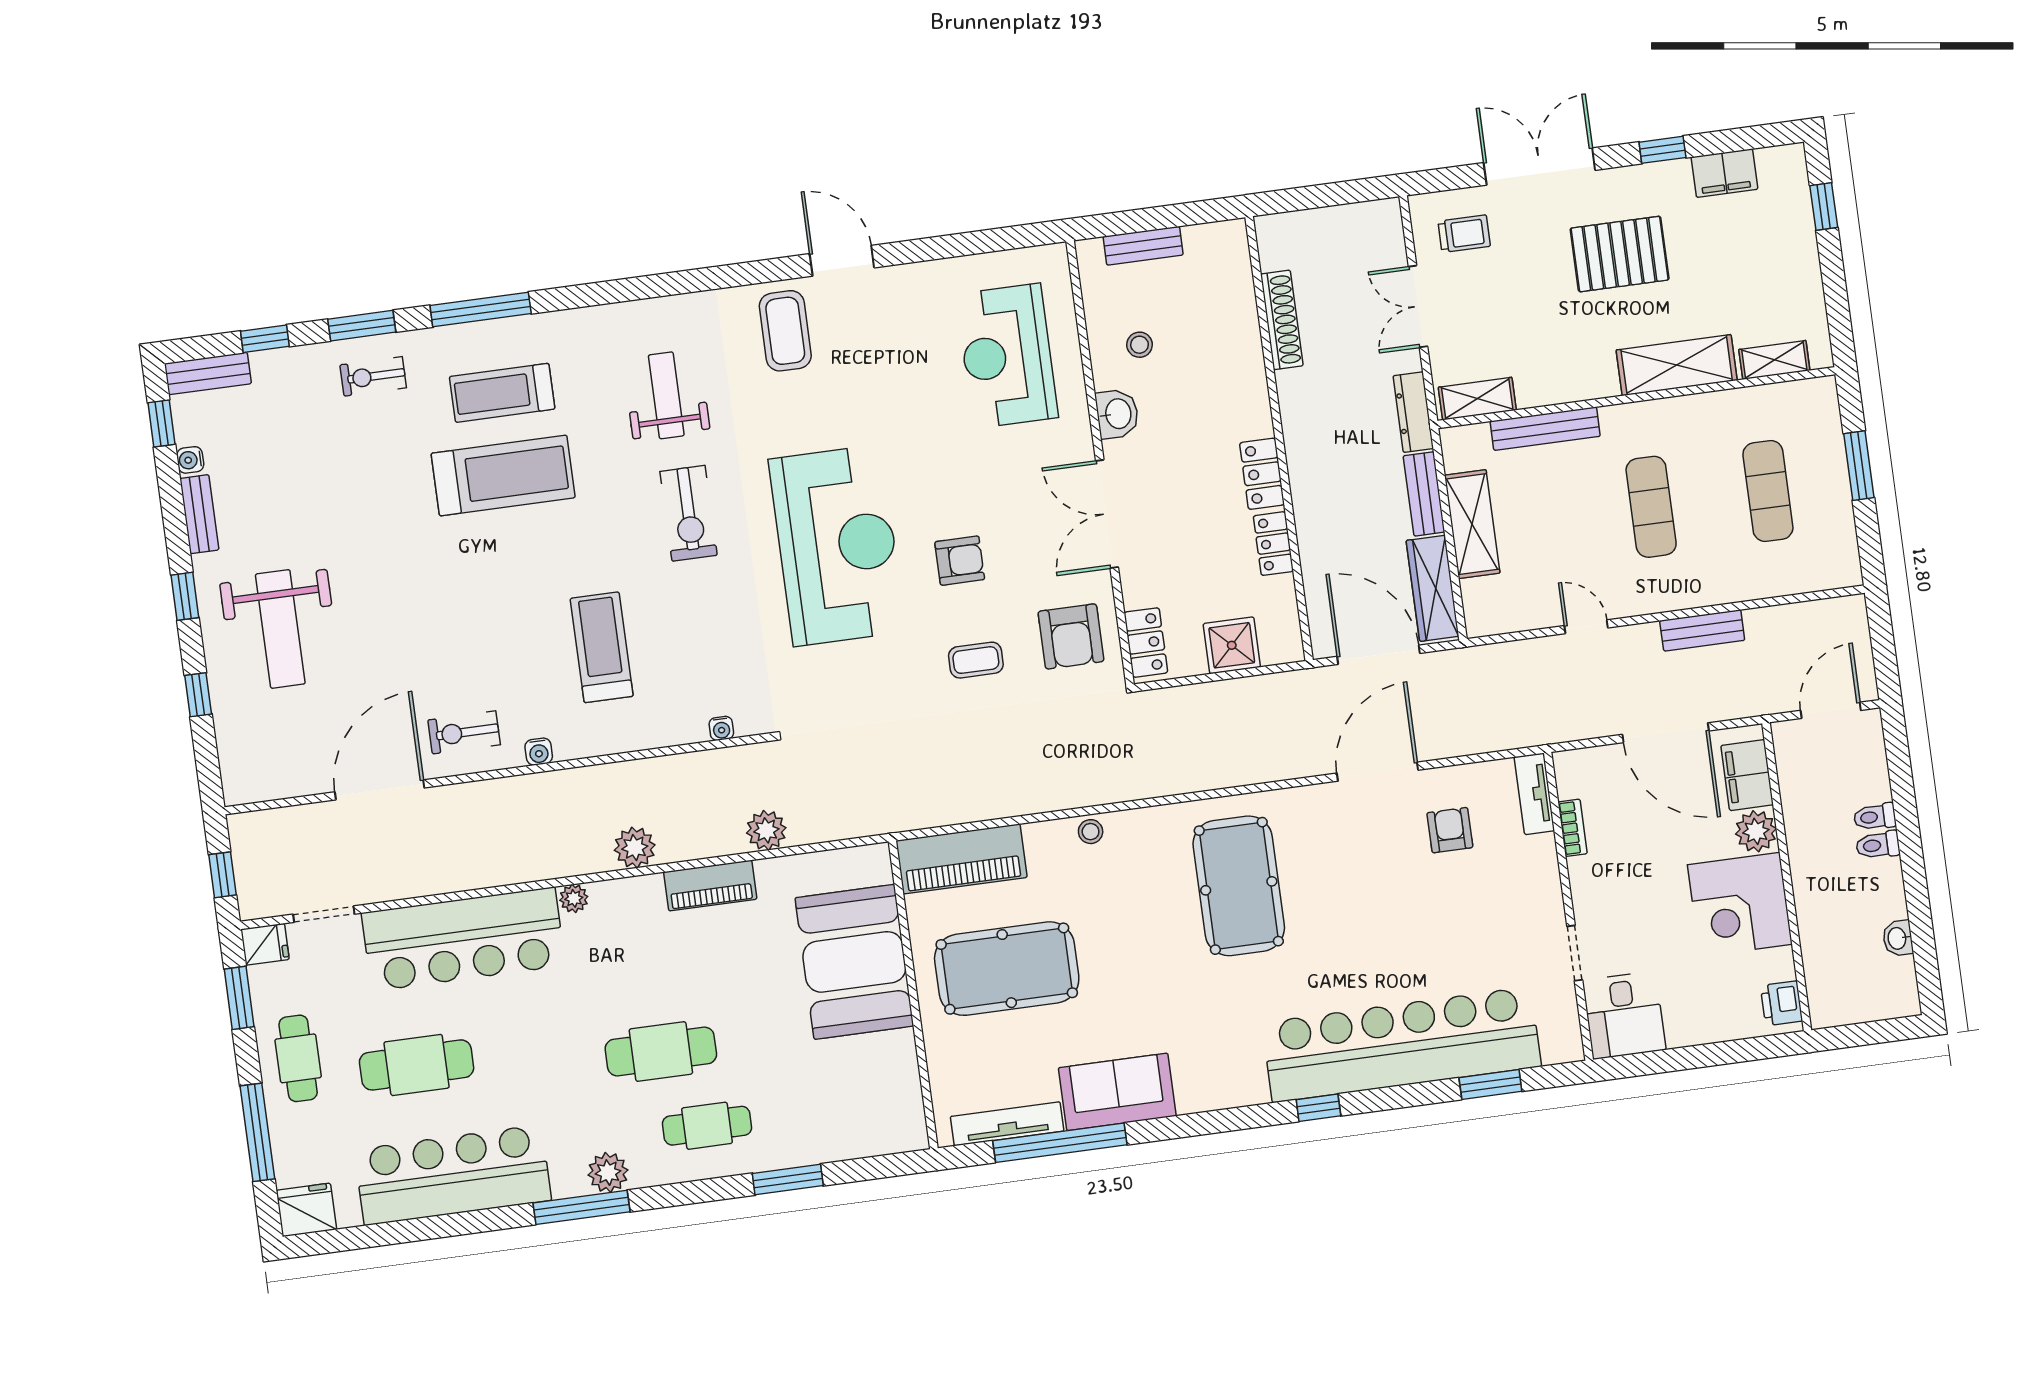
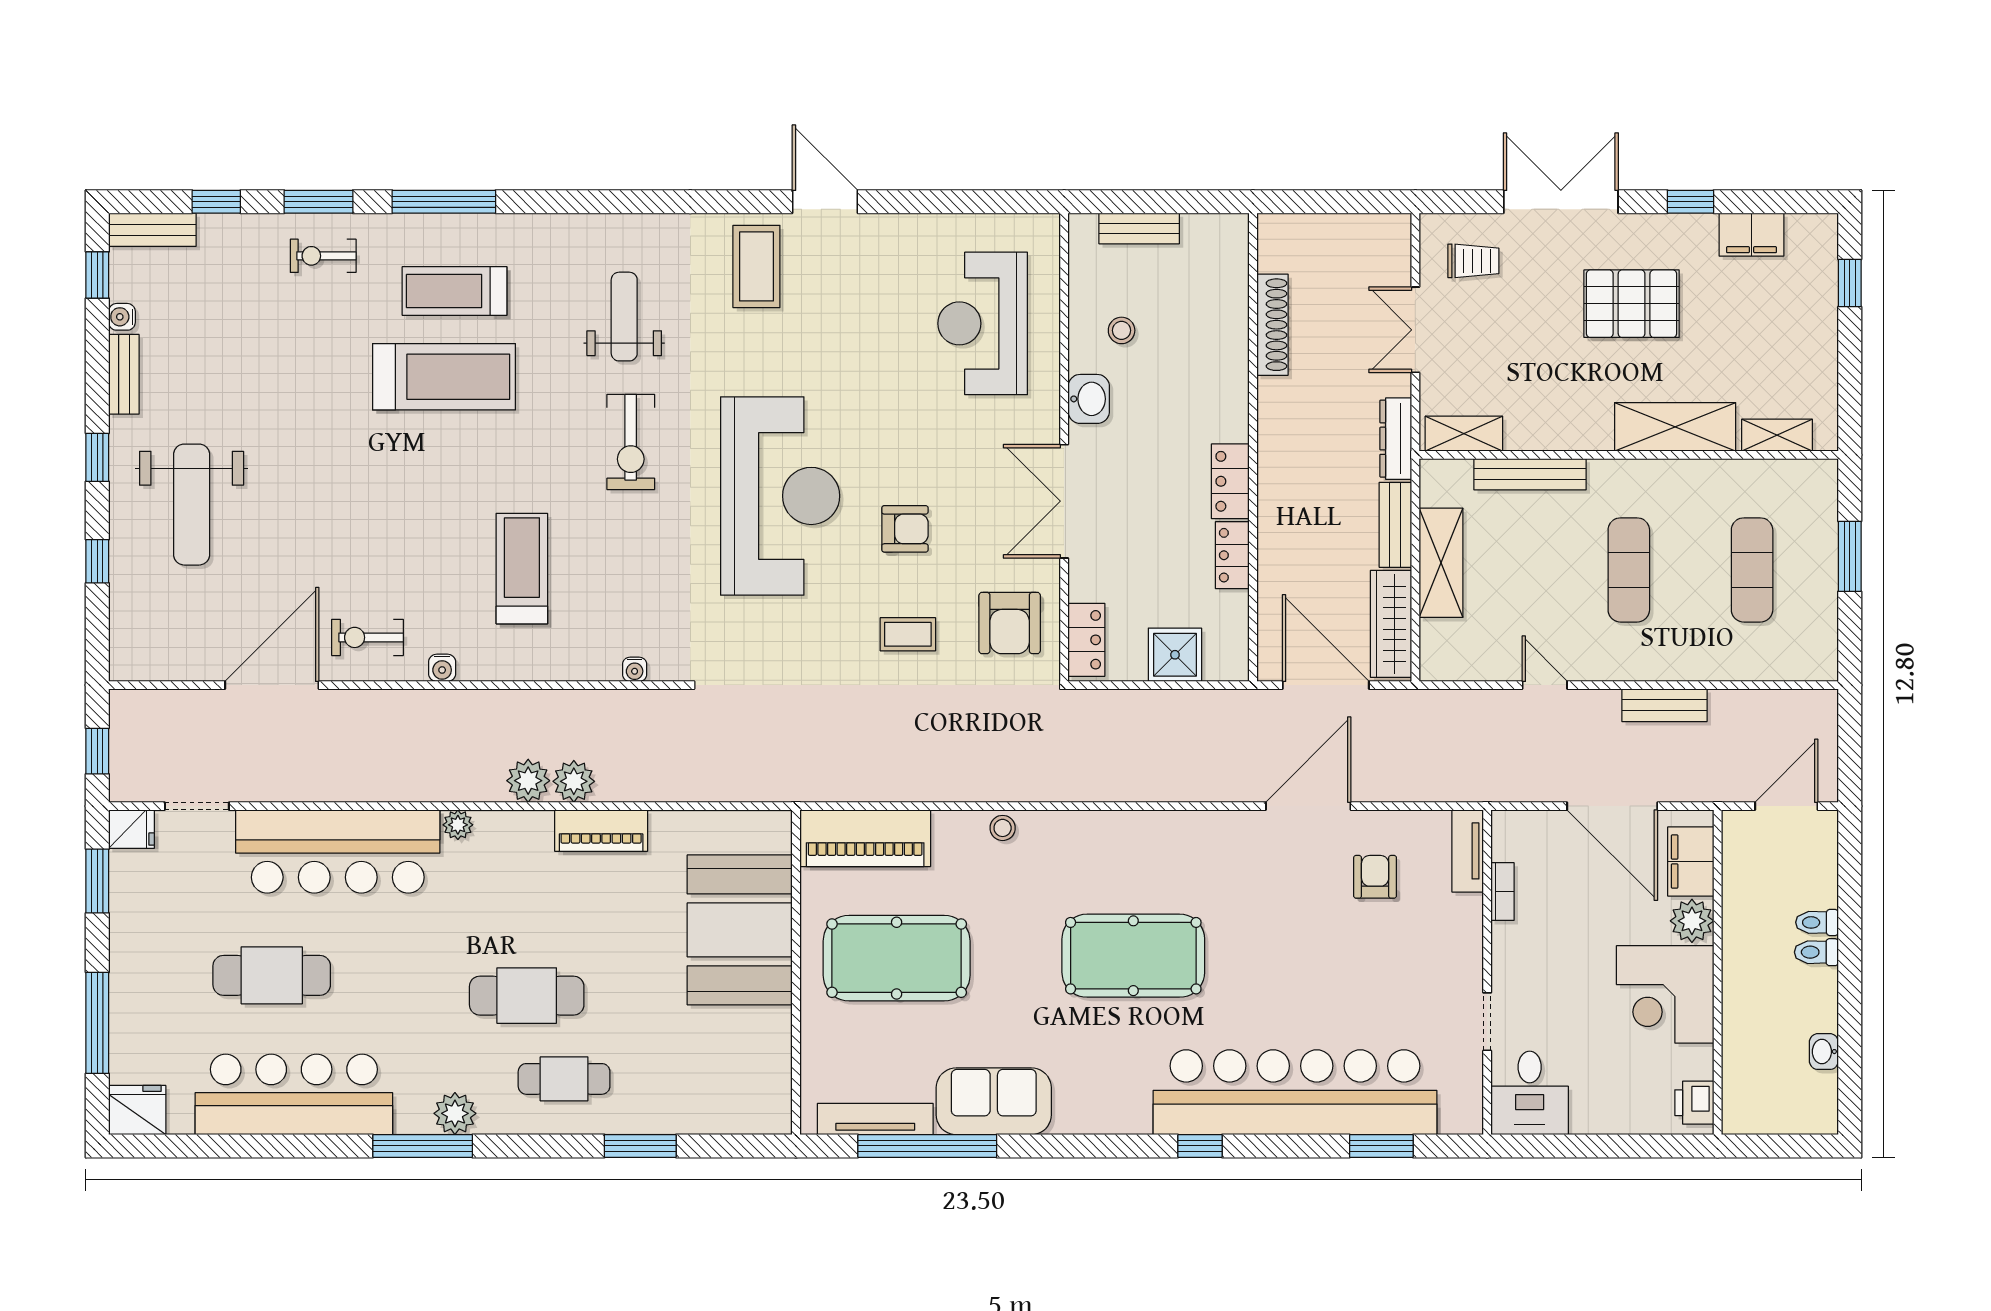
plant: (766, 830) -> (574, 781), moved
pool table: (1239, 886) -> (1133, 956), moved, turned 90
cafe table: (298, 1058) -> (150, 952), removed

